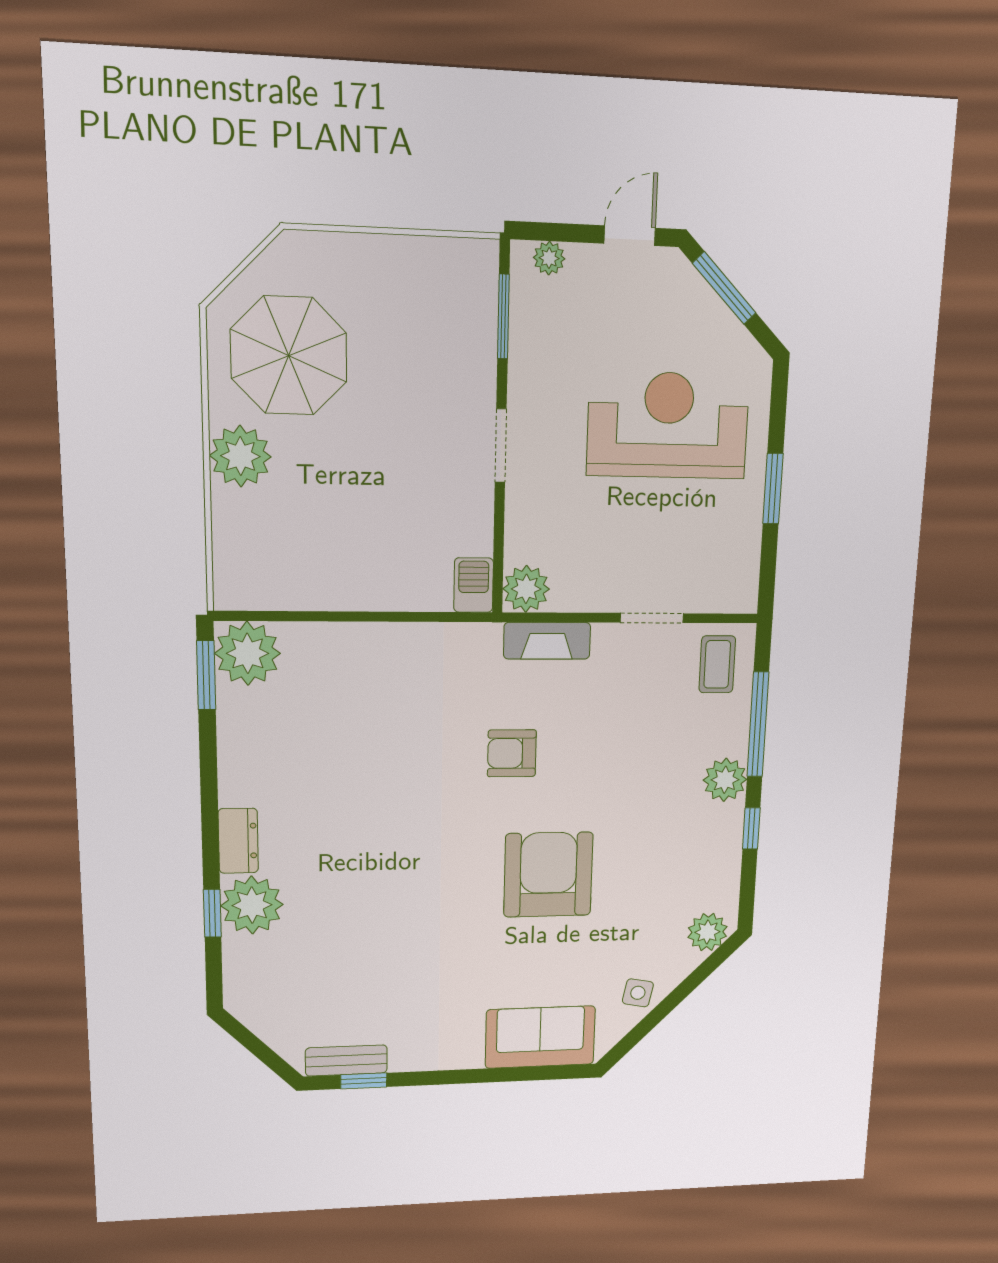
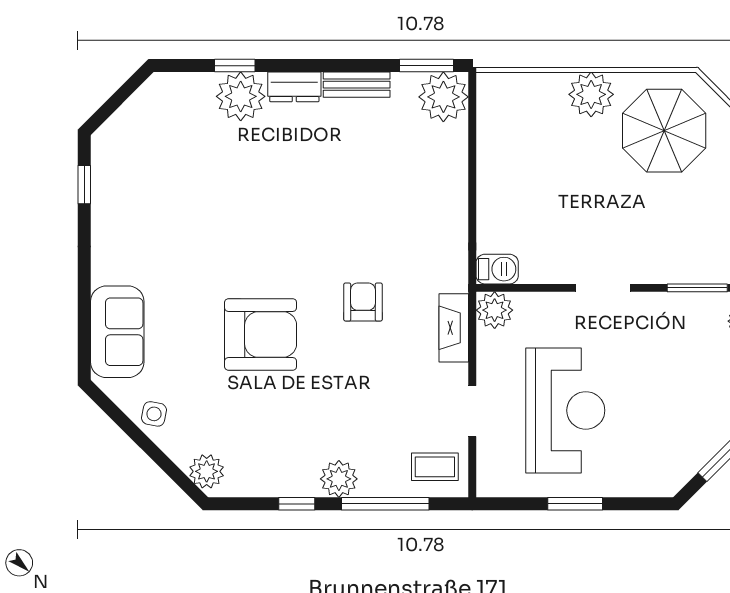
reception desk: (668, 425) -> (565, 410), moved
bench: (346, 1060) -> (357, 85), moved, turned 90

